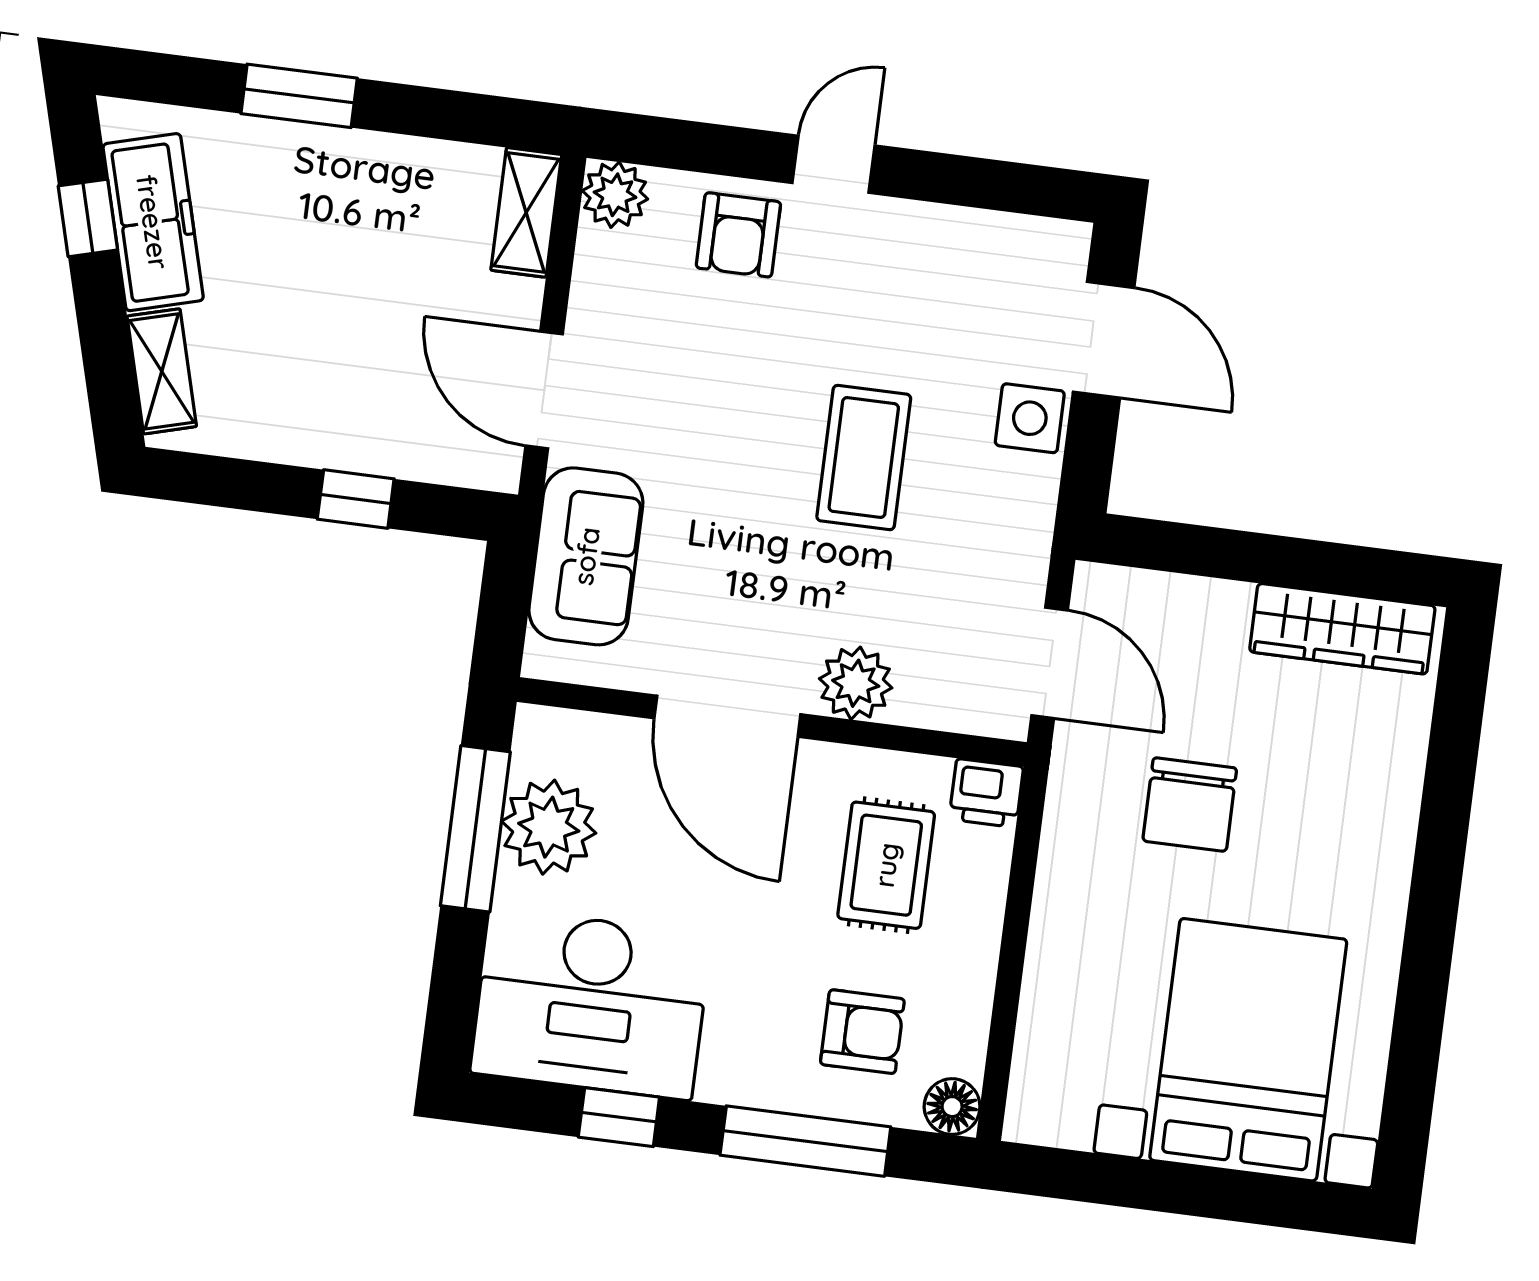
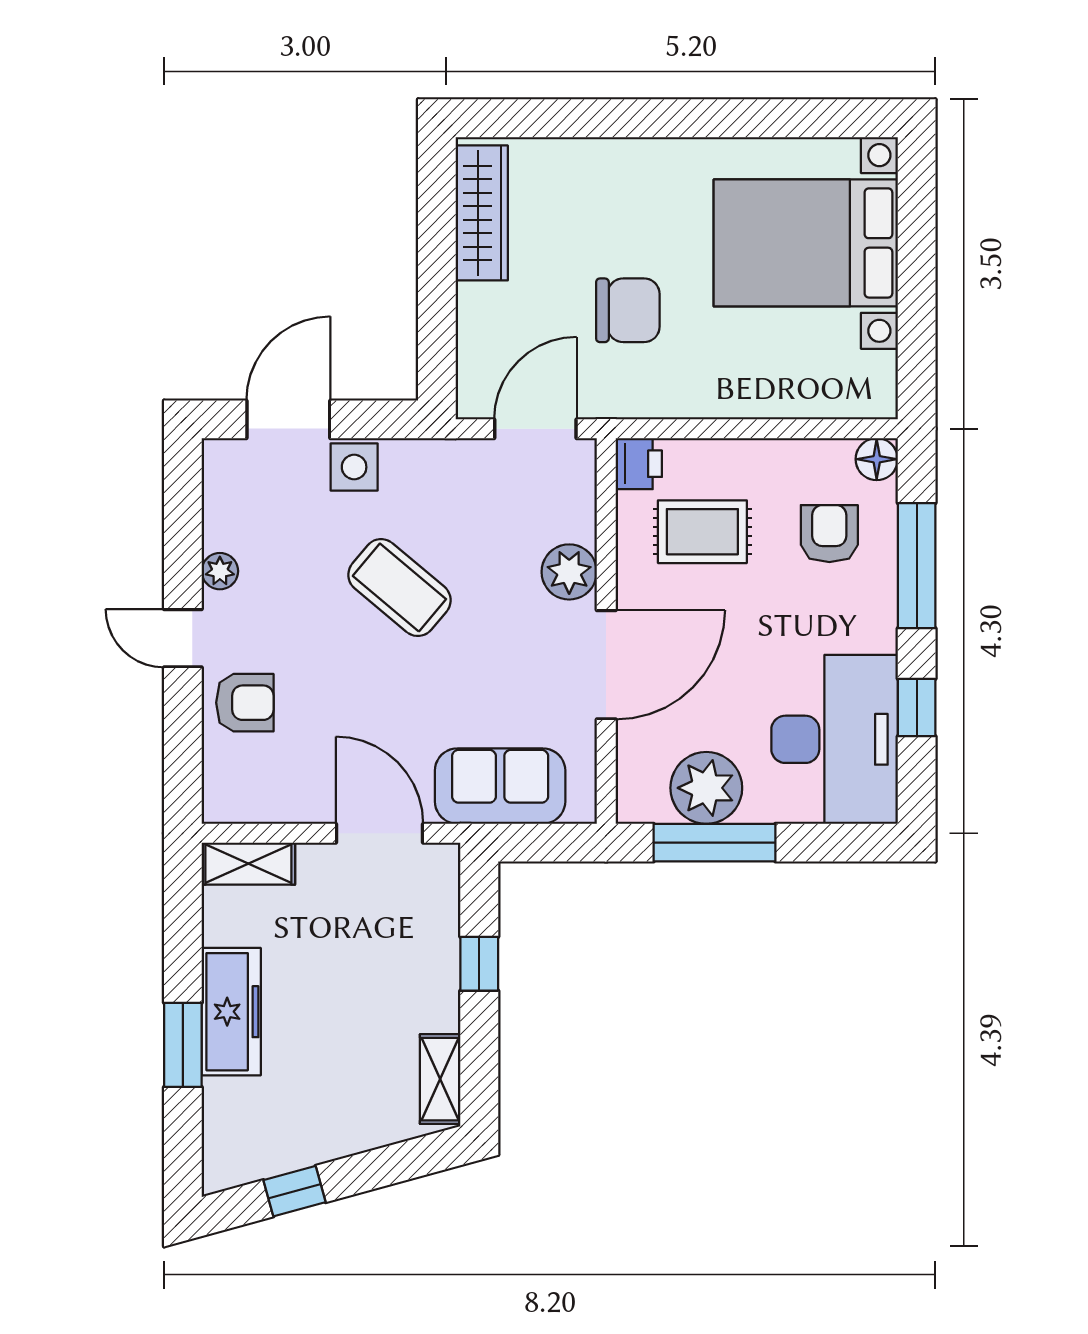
plant: (615, 195) -> (220, 571), moved, width x0.73, depth x0.73
freezer: (153, 222) -> (231, 1012), moved, turned 105
shelving: (162, 371) -> (440, 1079), moved, turned -75
door: (544, 390) -> (379, 833), swing flipped
coffee table: (864, 458) -> (399, 588), turned 40

